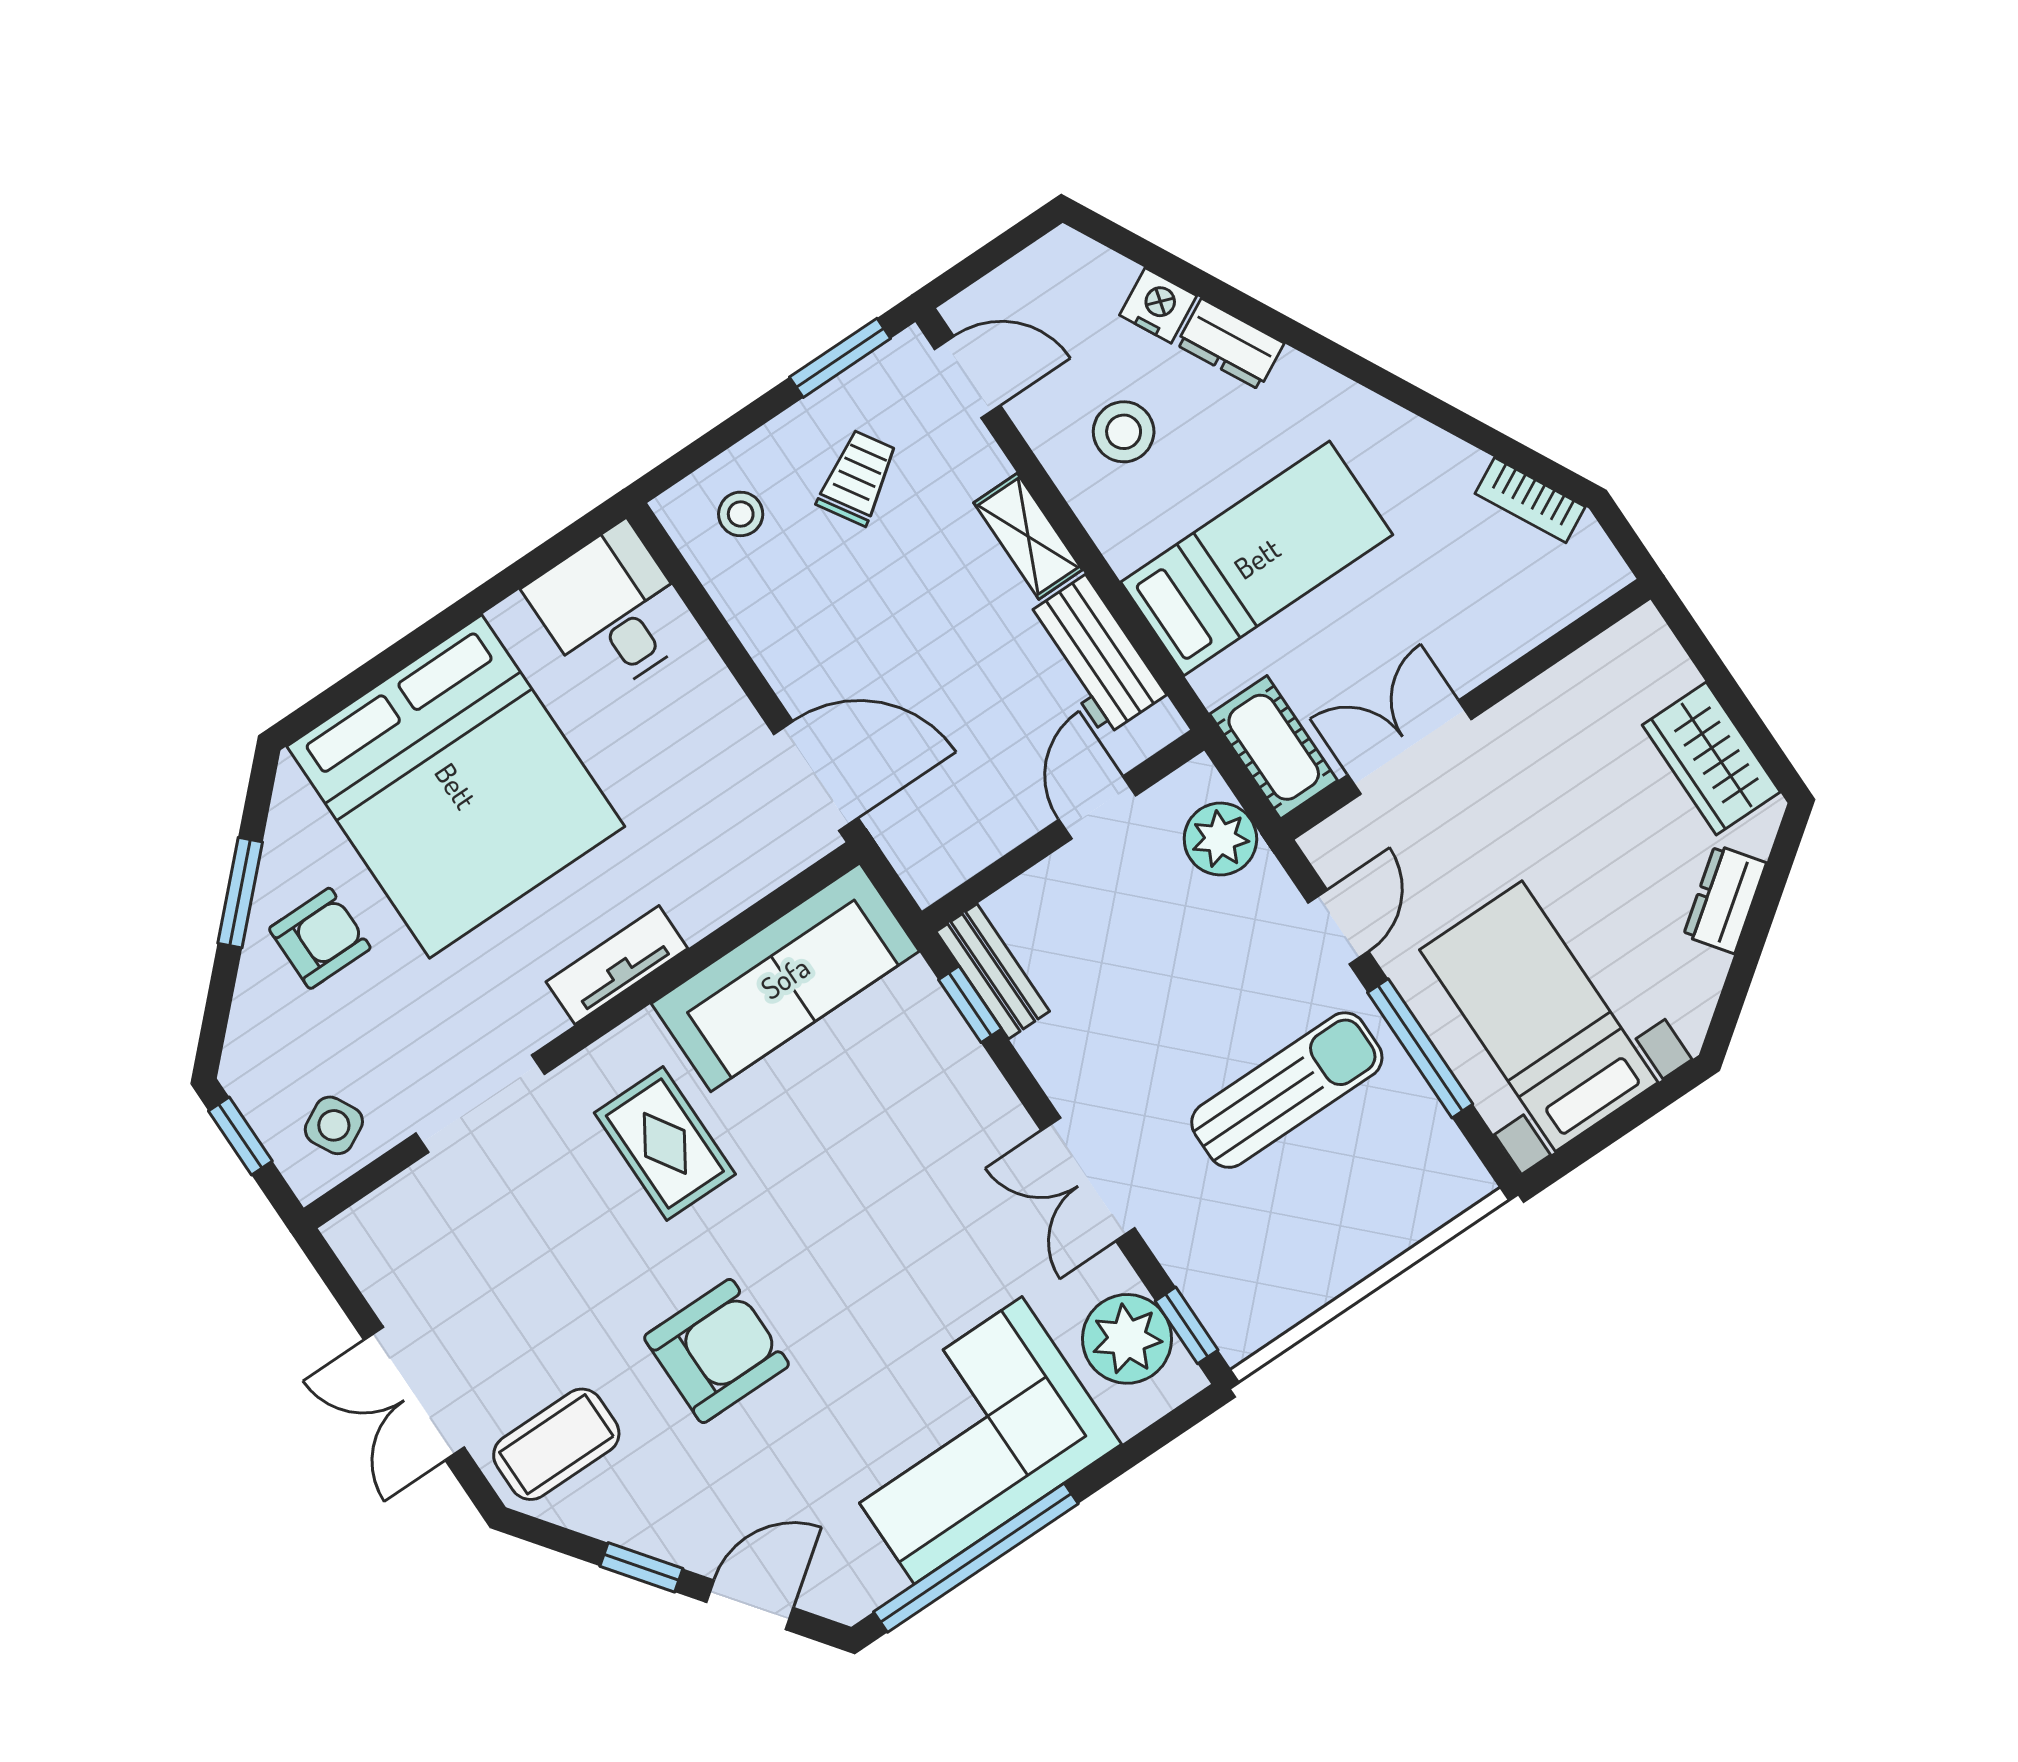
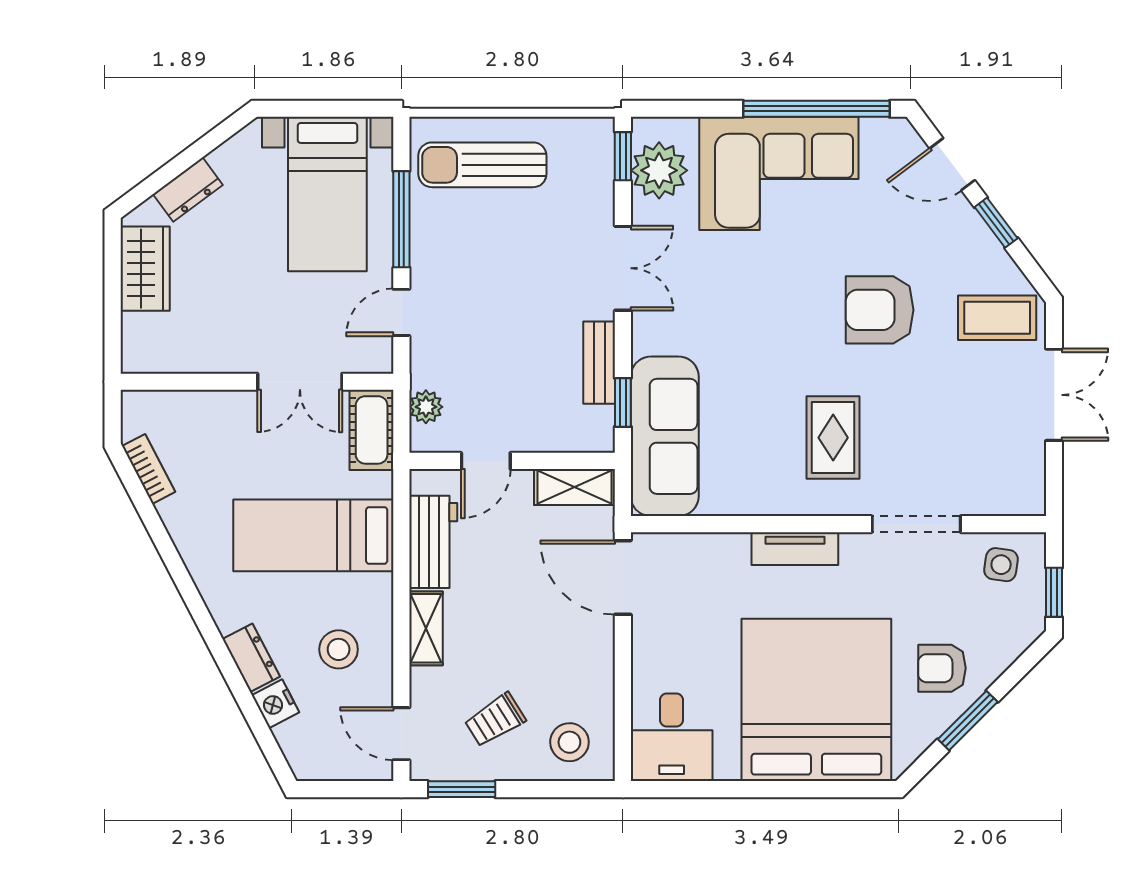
stool: (741, 514) -> (569, 742), width x1.37, depth x1.37
plant: (1220, 839) -> (426, 407), width x0.73, depth x0.73
shelving: (959, 852) -> (575, 487), added
bench: (993, 971) -> (599, 363), moved
sofa: (785, 977) -> (665, 436), moved, turned 90
sun lounger: (1287, 1090) -> (482, 165), moved
side table: (334, 1125) -> (1001, 565), turned 36

